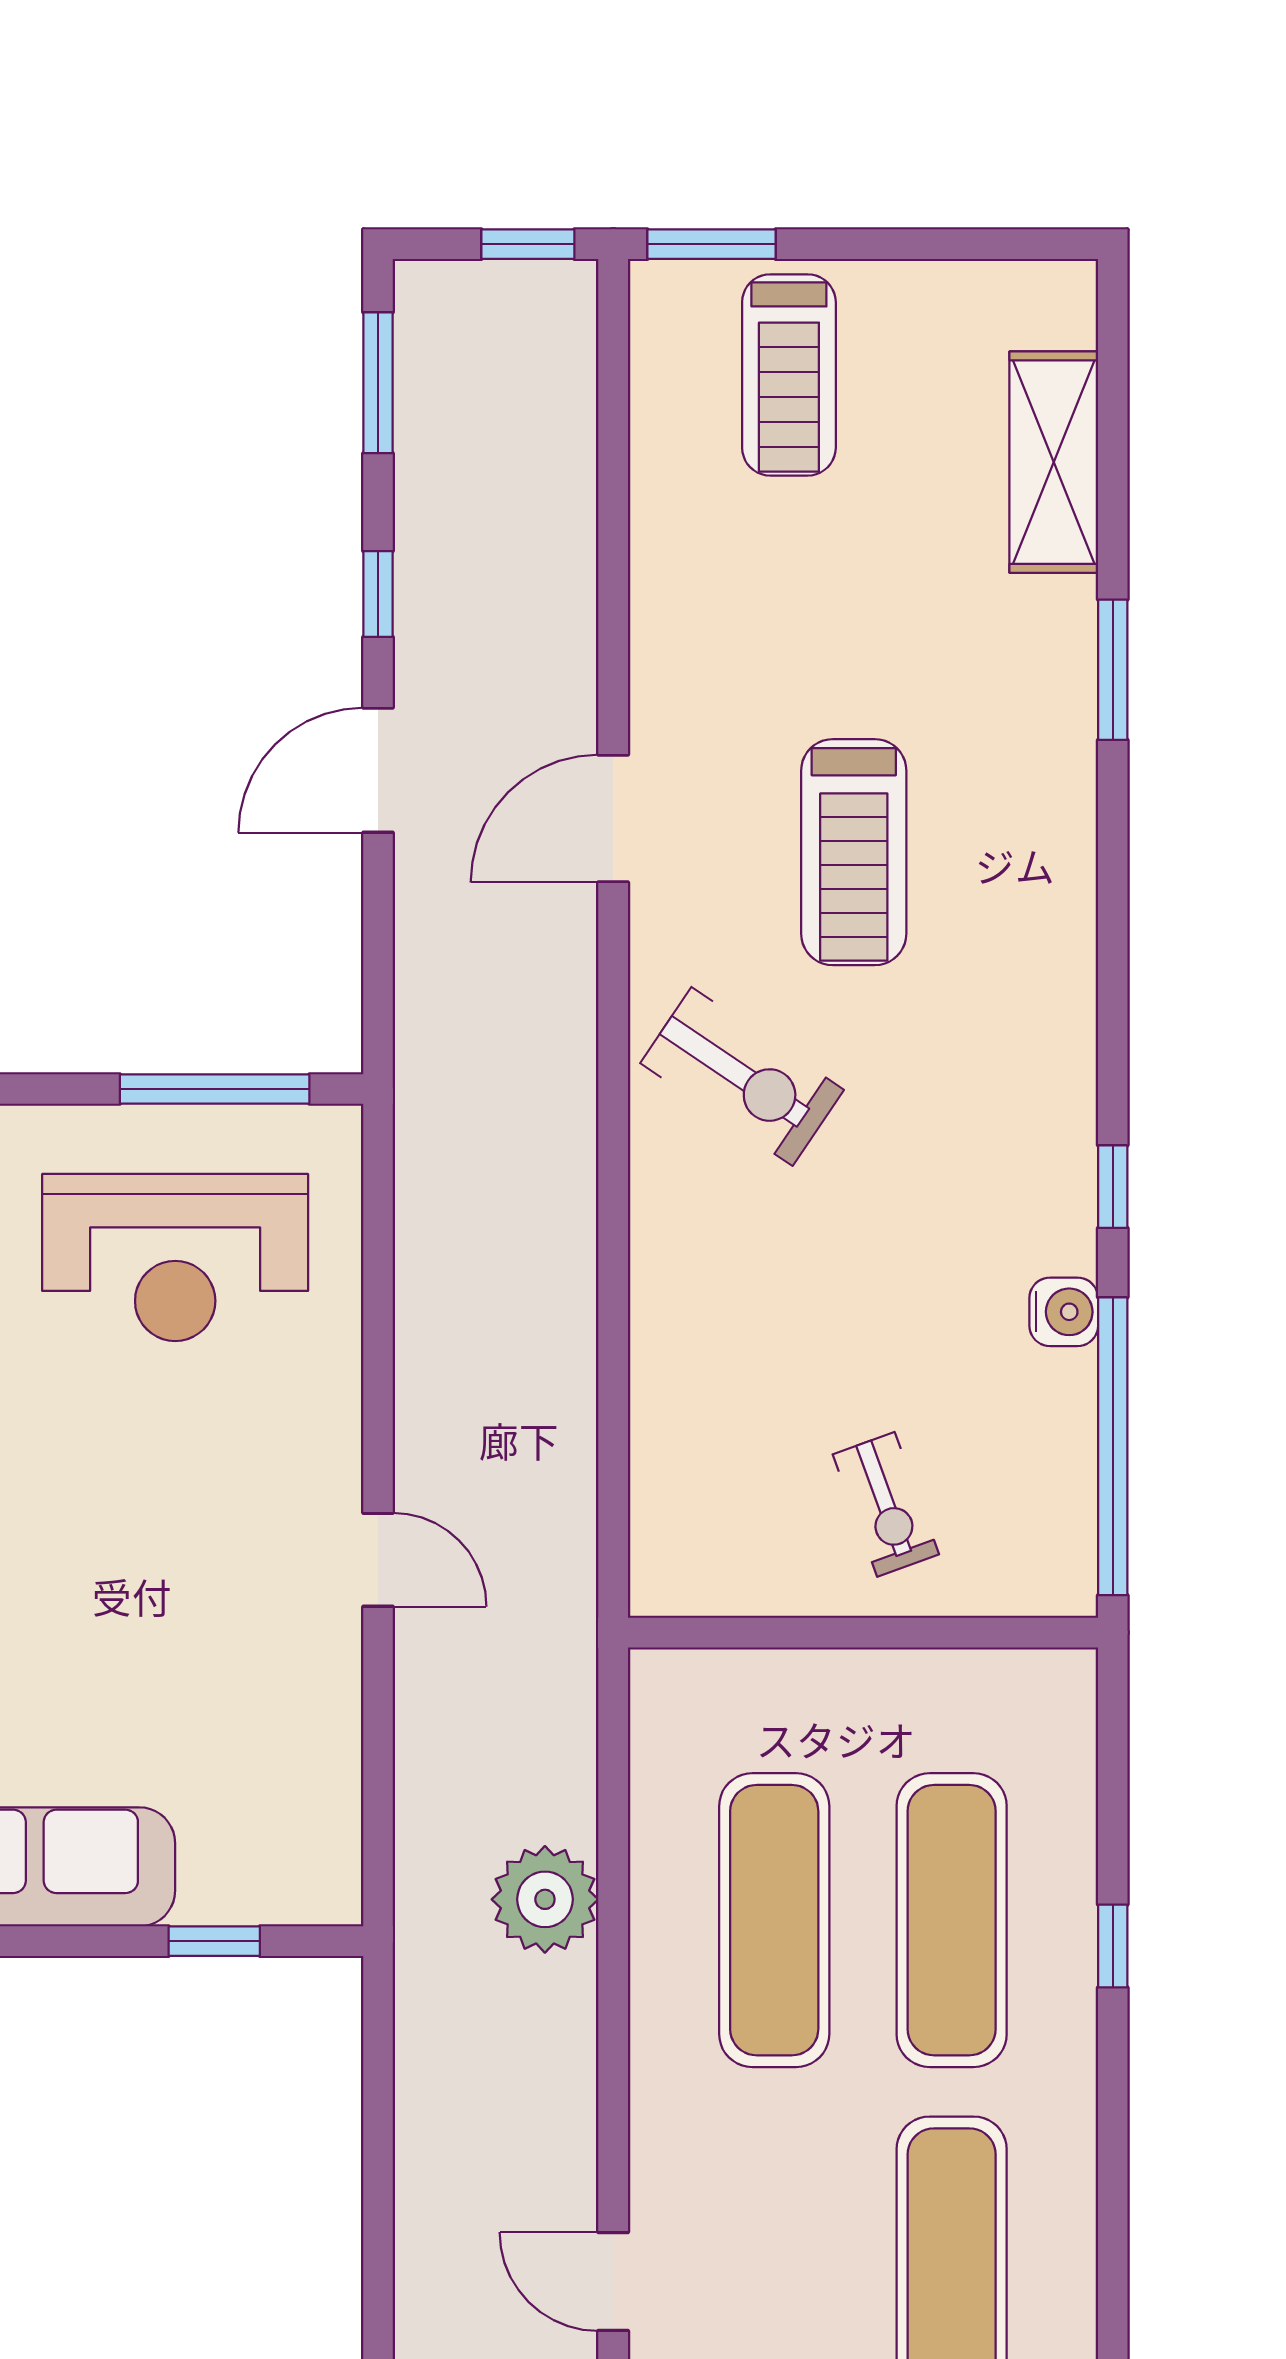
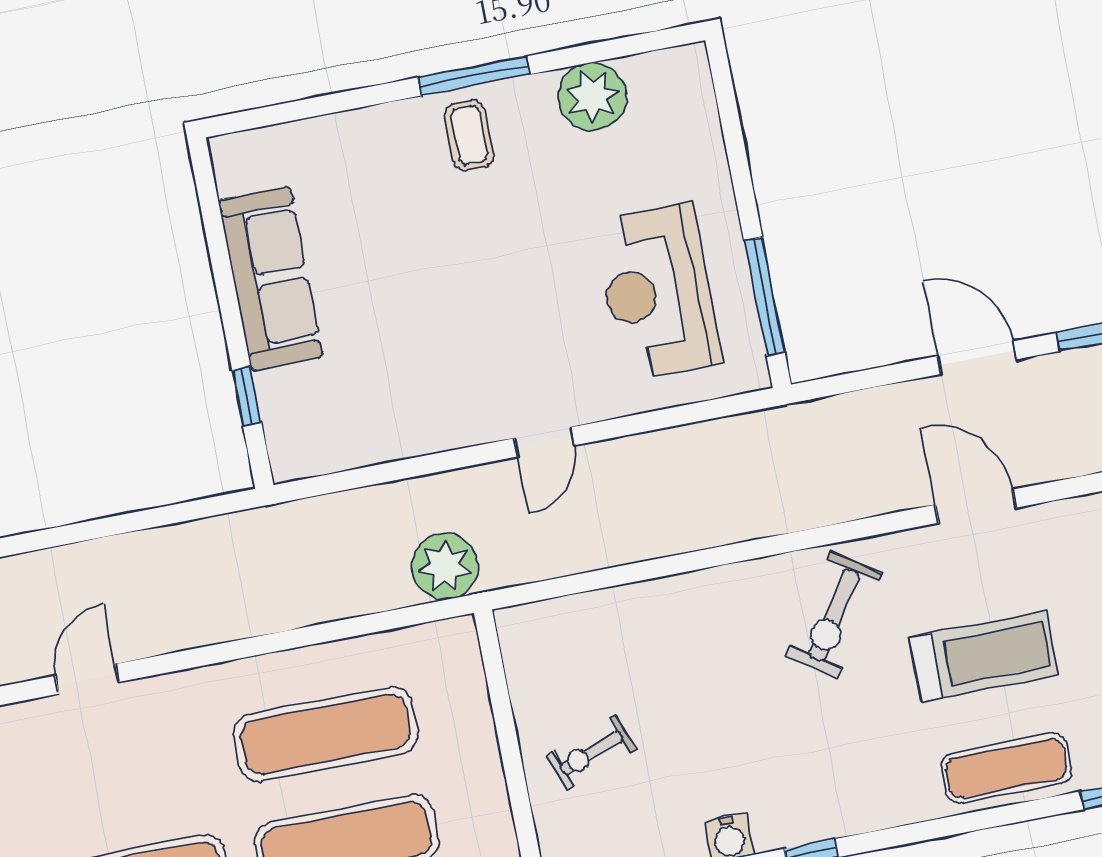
exercise mat: (1039, 850) -> (1006, 768), added
treadmill: (854, 852) -> (984, 656), turned 180
door: (378, 1560) -> (544, 442), moved
plant: (545, 1899) -> (445, 566), moved

